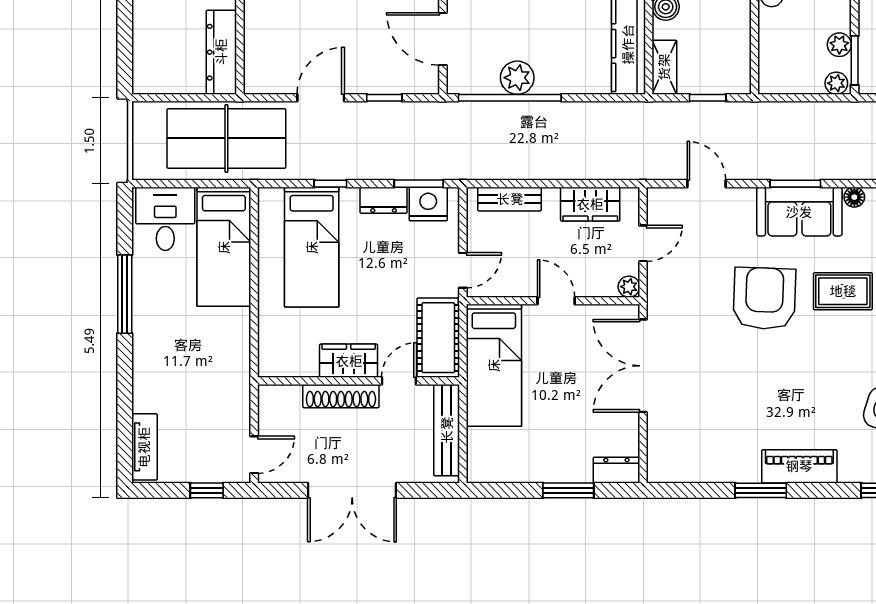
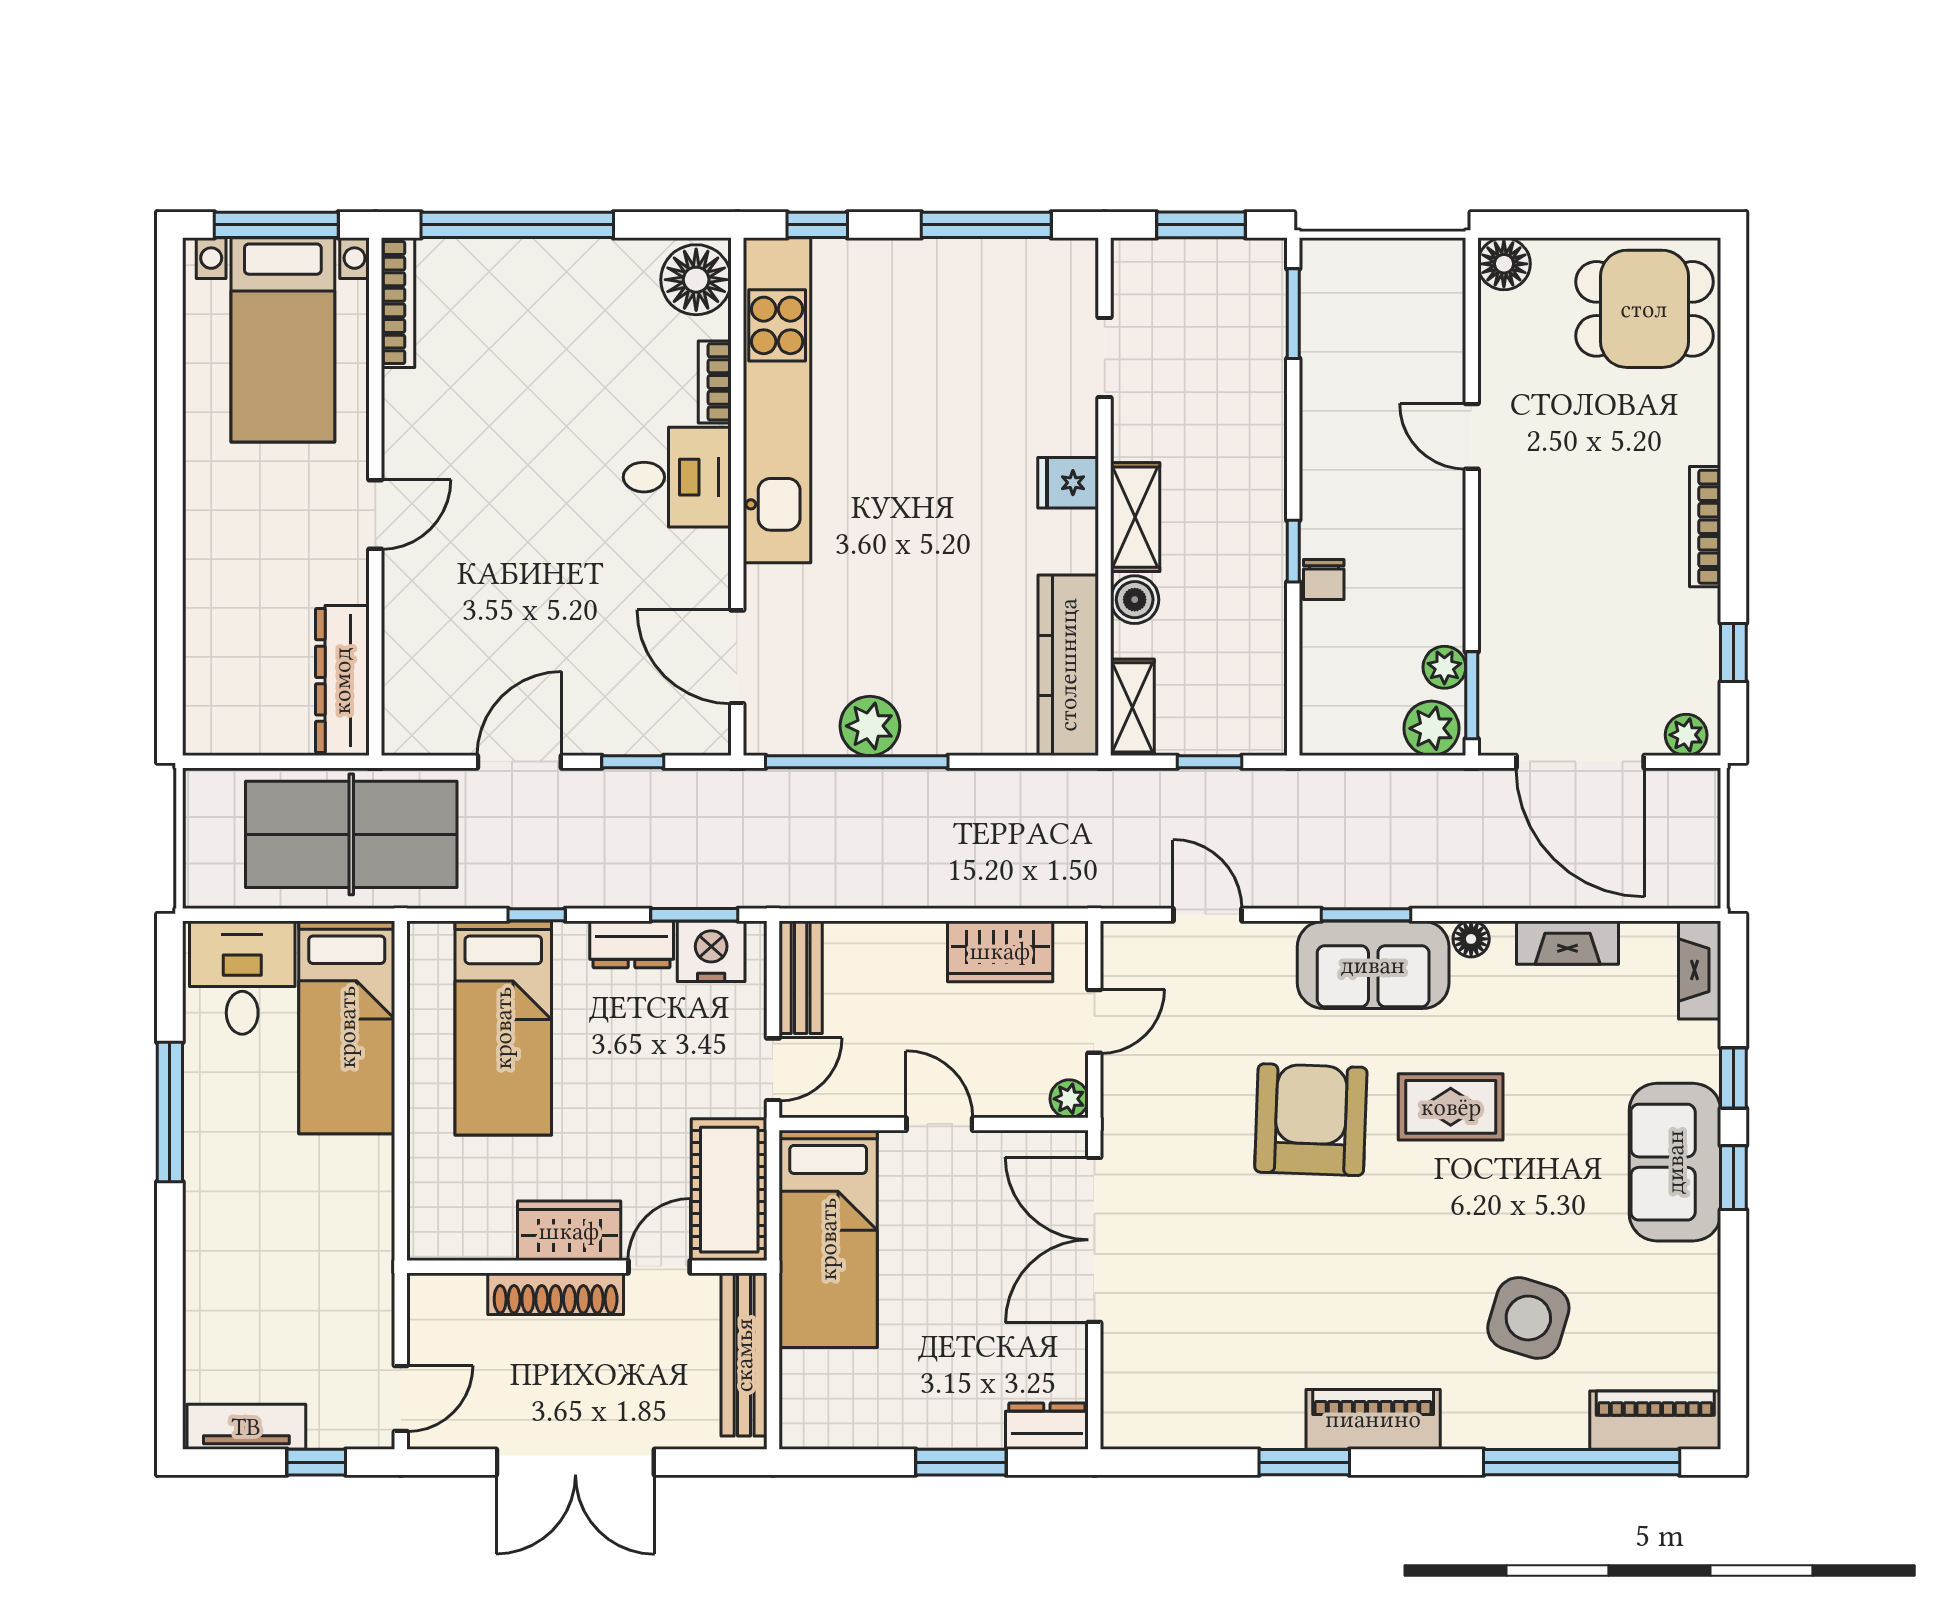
plant: (836, 83) -> (1432, 728), width x1.38, depth x1.38
bench: (510, 199) -> (801, 977), moved, turned 90
tv unit: (144, 447) -> (246, 1427), moved, turned -90

